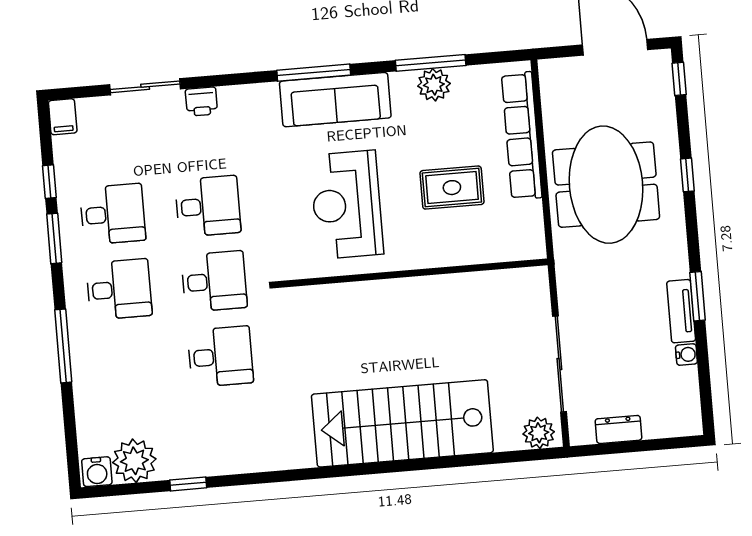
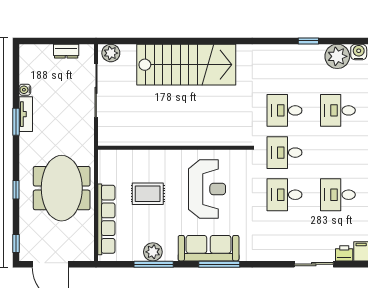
printer: (201, 102) -> (344, 253), moved
desk: (119, 289) -> (338, 110), moved

